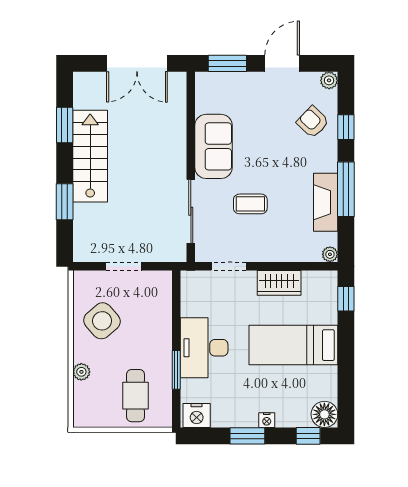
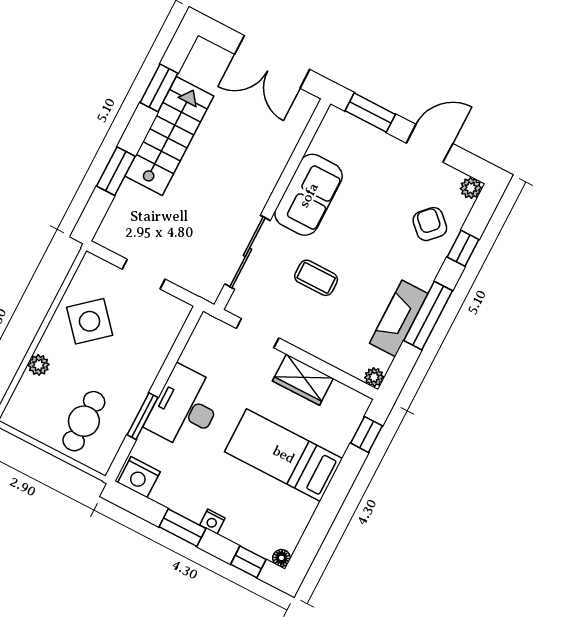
floor lamp: (324, 414) -> (281, 558), width x0.53, depth x0.53

